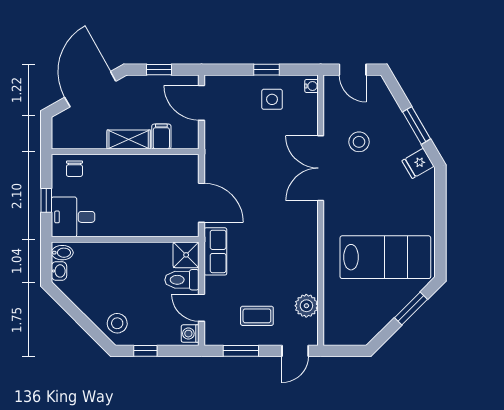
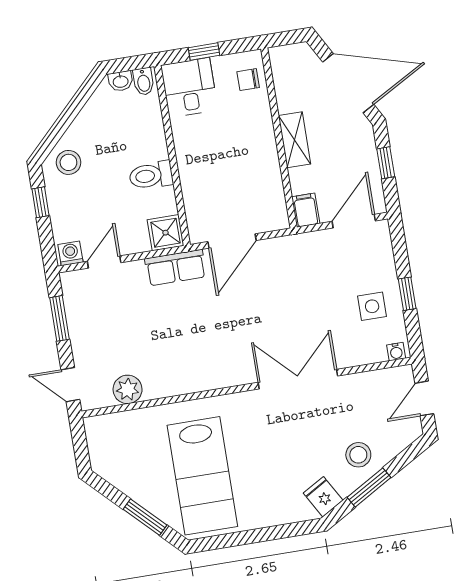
filing cabinet: (161, 137) -> (306, 210), moved, turned -90
stool: (359, 142) -> (358, 455), moved
toilet: (182, 280) -> (151, 175), moved, turned -90
coffee table: (257, 316) -> (105, 331), removed

